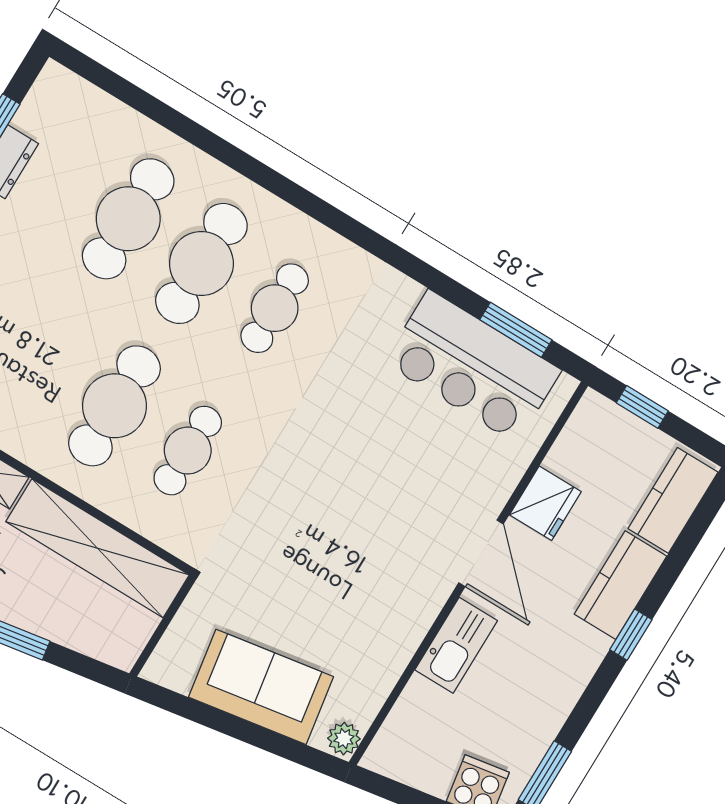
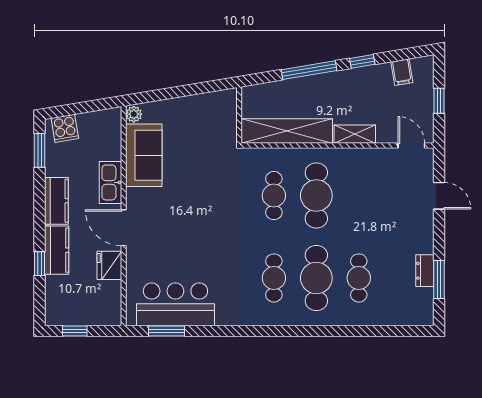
cafe table: (128, 219) -> (359, 278), width x0.73, depth x0.74
window: (642, 407) -> (75, 331), moved
kitchen counter: (673, 500) -> (56, 201), moved
window: (631, 635) -> (39, 264), moved
sofa: (261, 687) -> (144, 155), moved, turned -81

